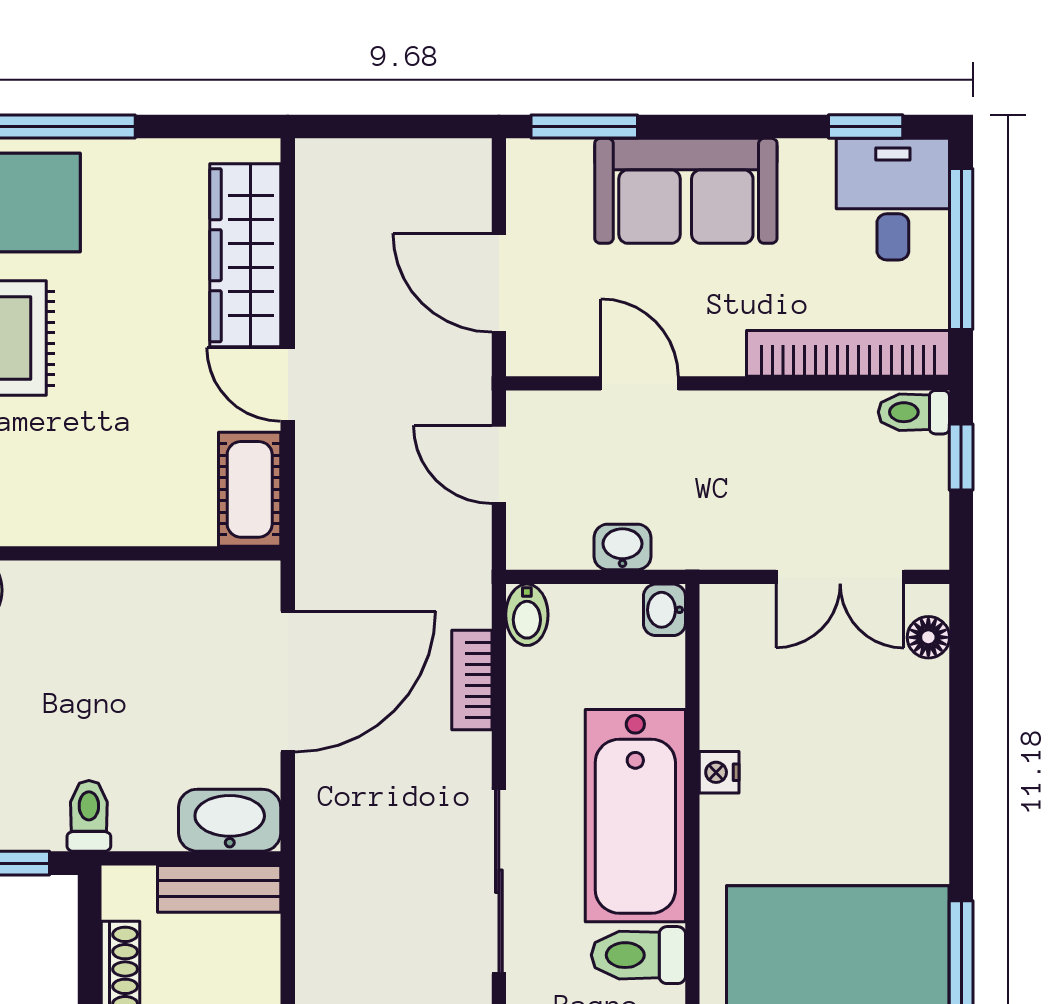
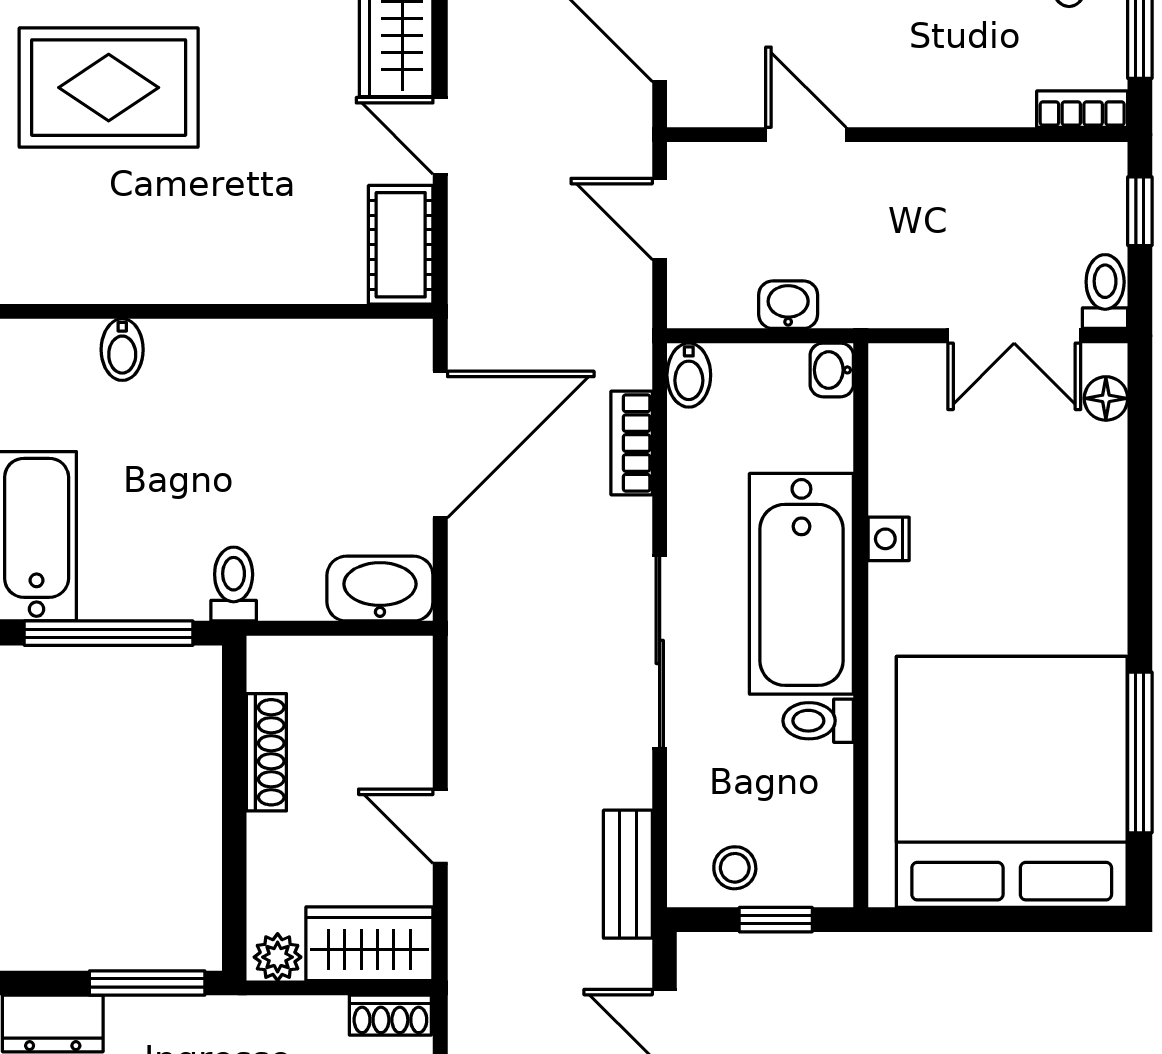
bookcase: (848, 353) -> (1082, 109), width x0.43, depth x0.76
toilet: (914, 412) -> (1105, 292), moved, turned 90
bench: (219, 889) -> (369, 660), removed
toilet: (638, 955) -> (818, 721), width x0.73, depth x0.72

